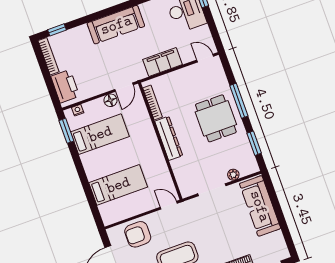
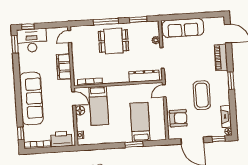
sofa: (116, 25) -> (31, 98), width x1.36, depth x1.27
window: (66, 131) -> (134, 144), moved
bed: (100, 134) -> (99, 106), moved, turned 180
dresser: (169, 138) -> (144, 76), moved
armchair: (138, 234) -> (178, 118), turned -90

